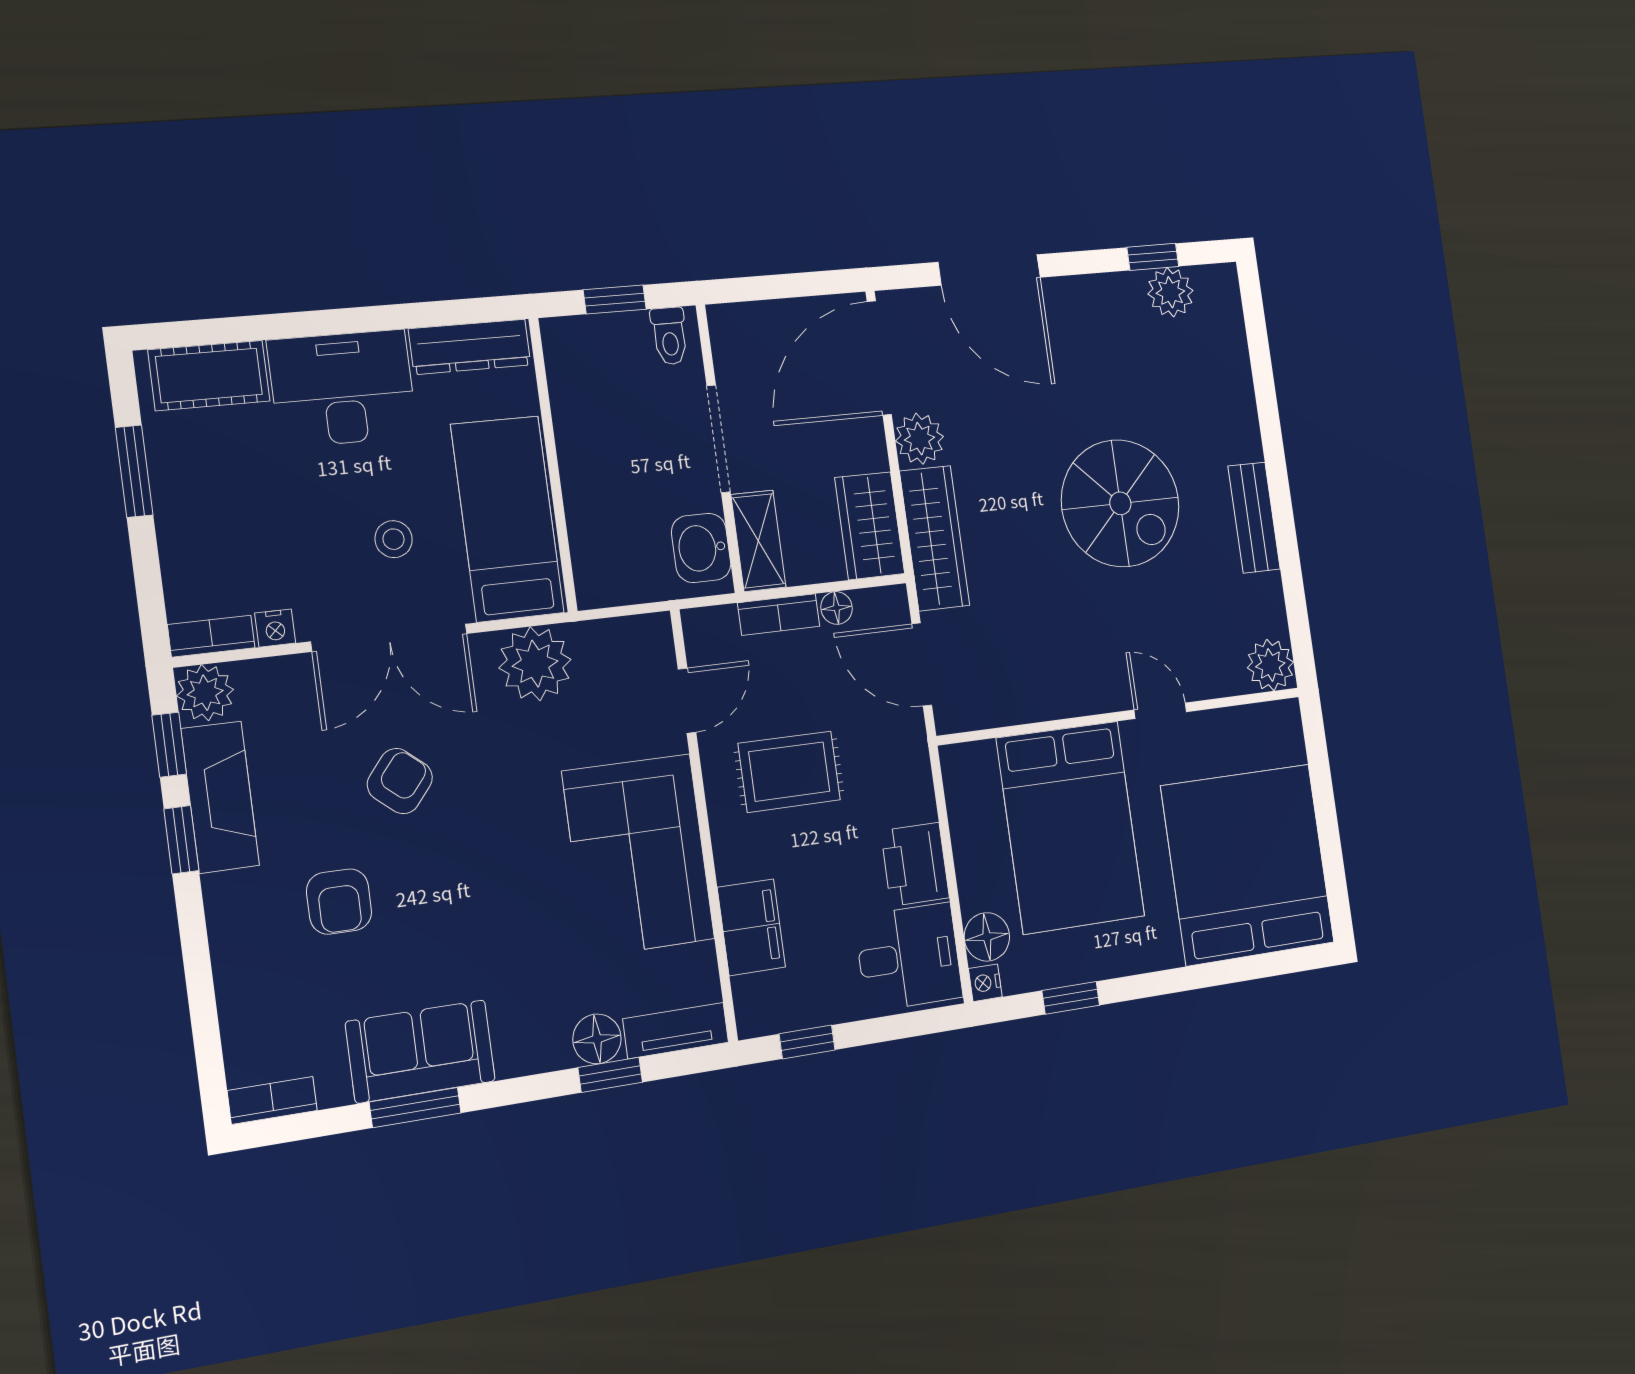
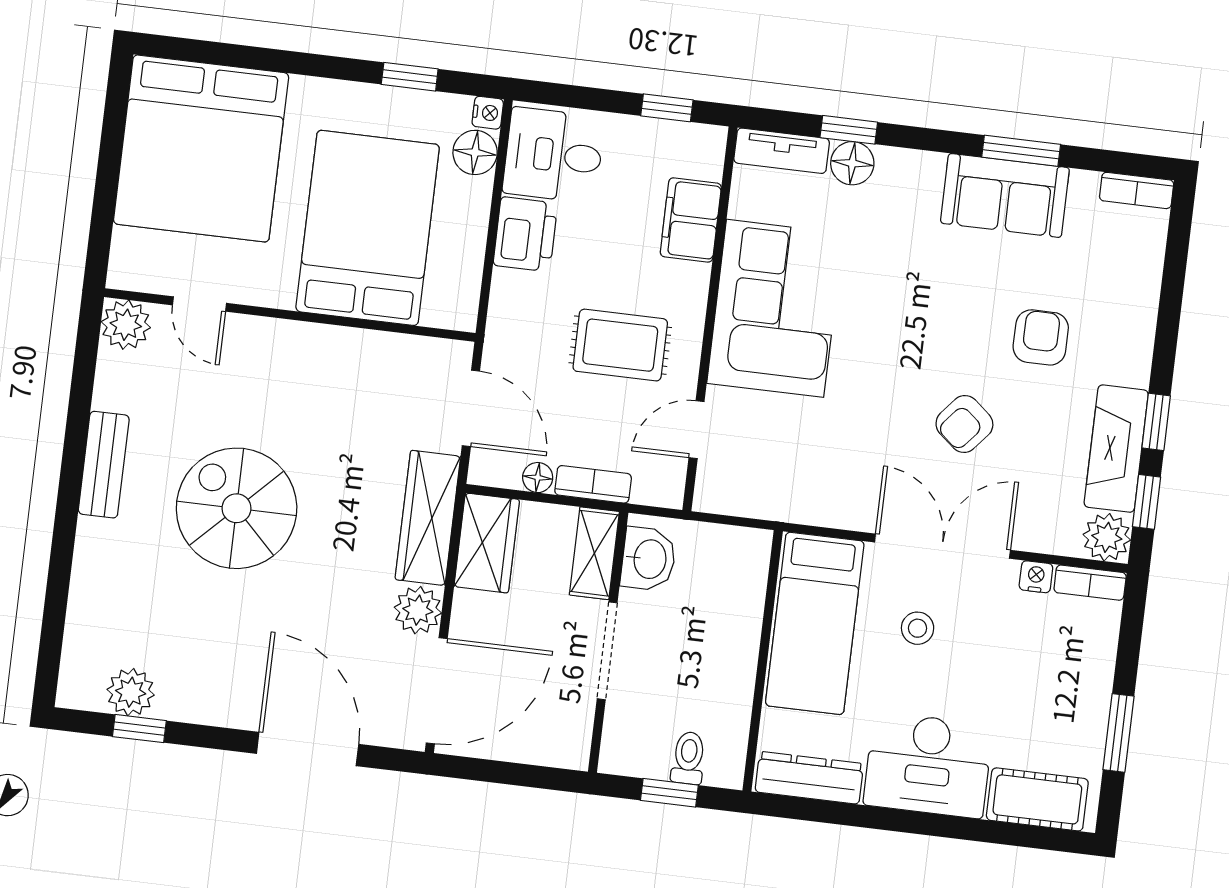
toilet: (670, 336) -> (688, 758), moved
plant: (535, 664) -> (823, 494), removed
door: (1160, 711) -> (200, 304), moved

